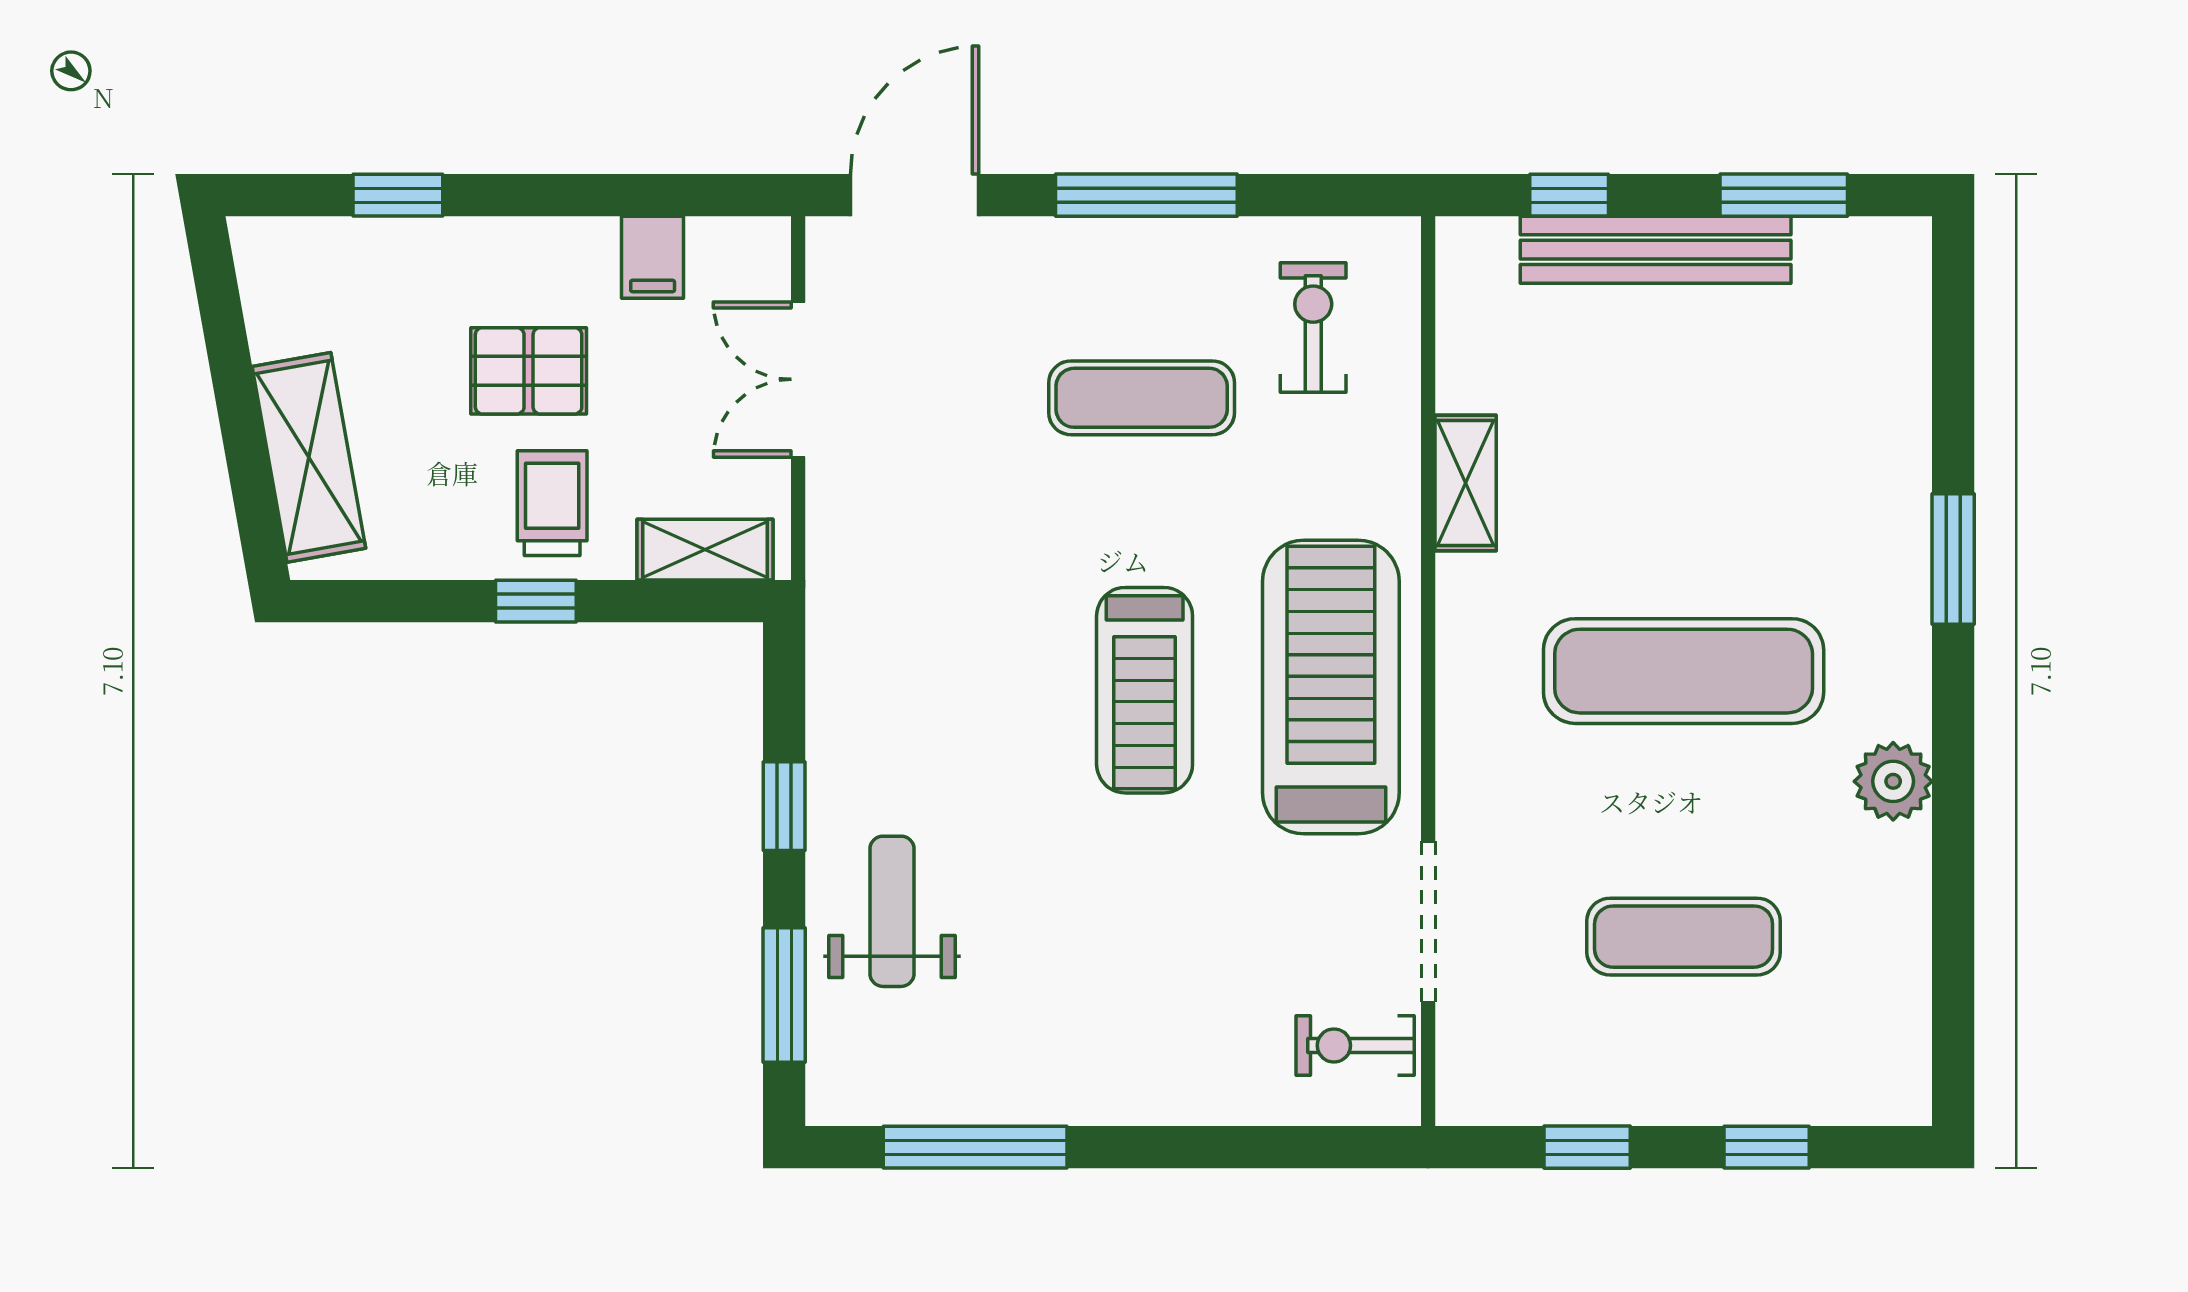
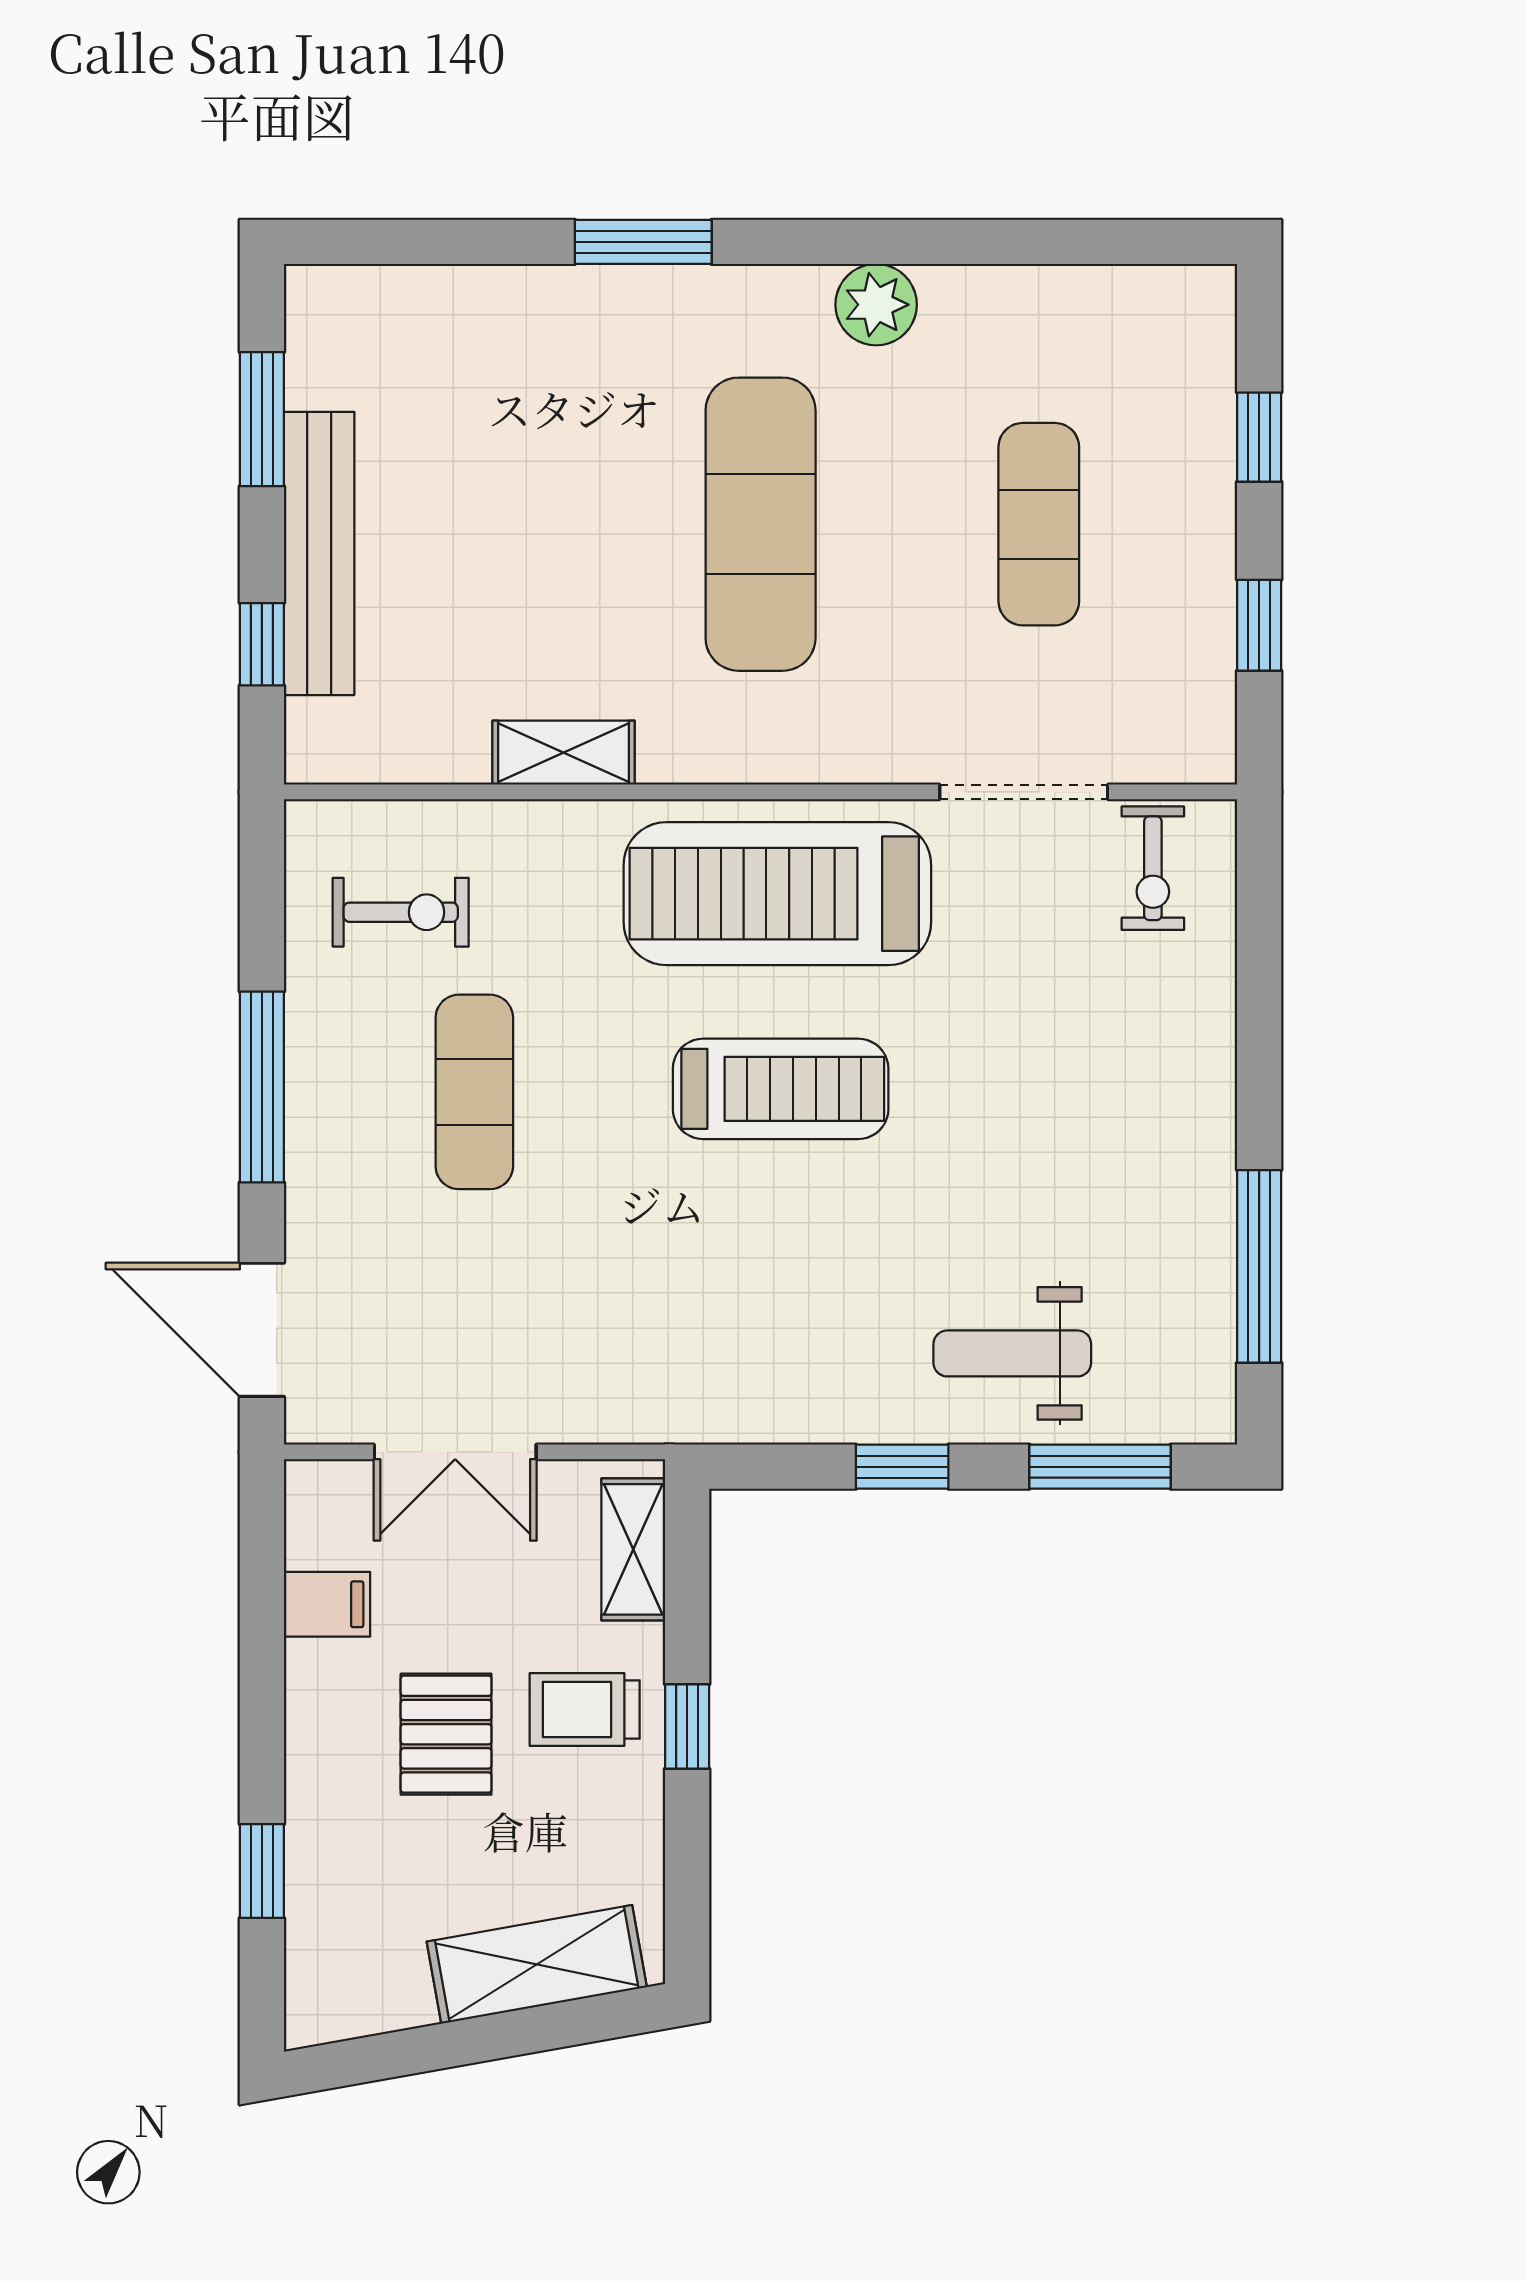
exercise bike: (1313, 328) -> (401, 912), turned 180

